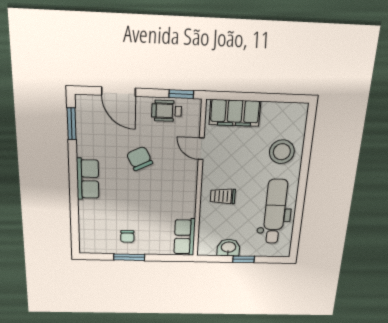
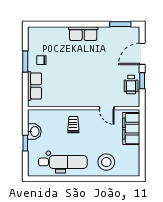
window: (181, 94) -> (142, 81), moved
wheelchair: (167, 111) -> (131, 84), turned 180
door: (201, 149) -> (107, 108), swing flipped
chair: (140, 159) -> (99, 68), removed
row of seats: (185, 237) -> (35, 86), moved, turned 90

